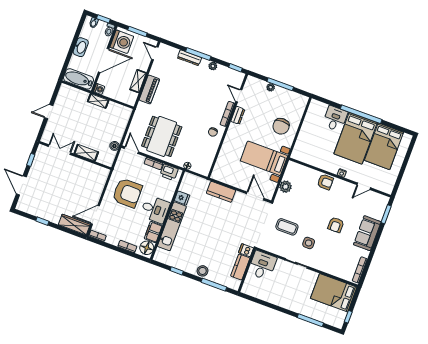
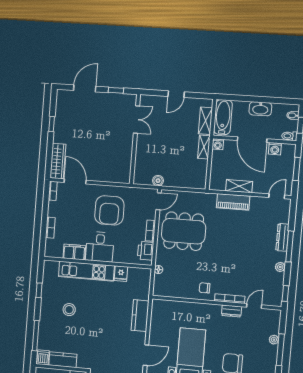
washing machine: (122, 42) -> (275, 149), width x0.53, depth x0.53
door: (49, 112) -> (176, 94), swing flipped
shelving: (86, 153) -> (205, 121), moved
floor lamp: (147, 248) -> (55, 250), removed
dishwasher: (246, 250) -> (43, 357), moved
stool: (203, 271) -> (69, 310), moved

